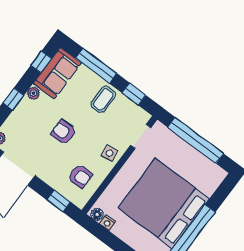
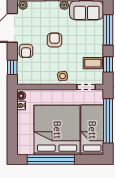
coffee table: (103, 99) -> (93, 63), moved
bed: (192, 165) -> (92, 130), added
armchair: (80, 176) -> (26, 51), moved

